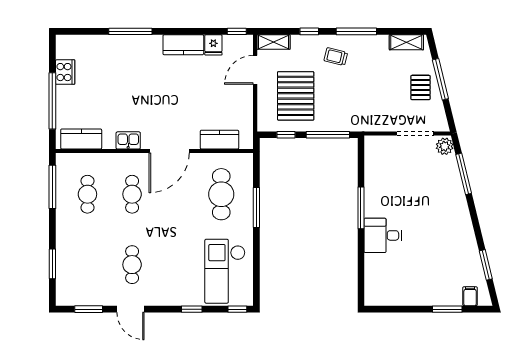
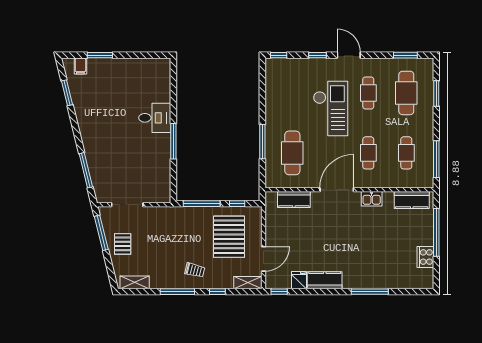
window: (440, 79) -> (101, 233), moved
plant: (445, 146) -> (102, 194), removed
cafe table: (87, 265) -> (406, 93), added
checkout: (225, 271) -> (331, 108), moved
door: (130, 309) -> (349, 55), moved

